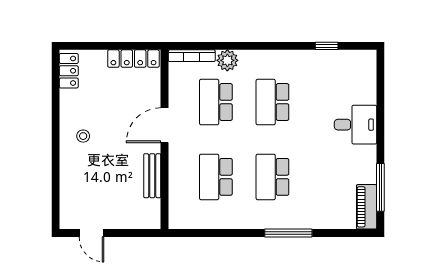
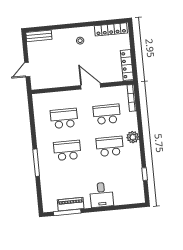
plant: (227, 60) -> (133, 137), moved
locker: (69, 71) -> (111, 29), width x1.53
bench: (152, 176) -> (39, 36), moved
piano: (367, 207) -> (71, 204), moved
door: (91, 233) -> (27, 70), moved

